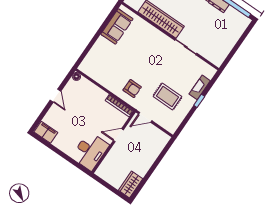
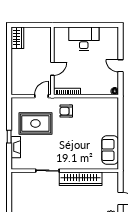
rug: (167, 97) -> (35, 123), width x1.36, depth x1.43
filing cabinet: (46, 132) -> (109, 33), removed
desk: (90, 151) -> (84, 39), moved, turned 90

